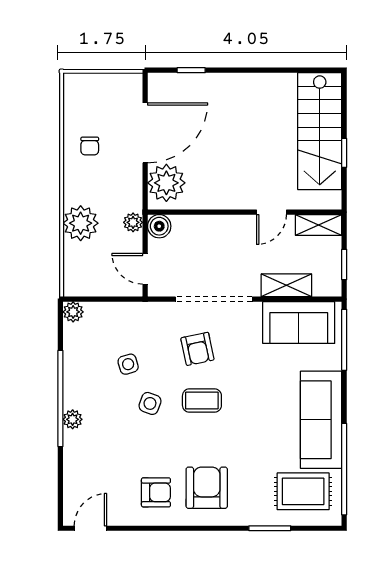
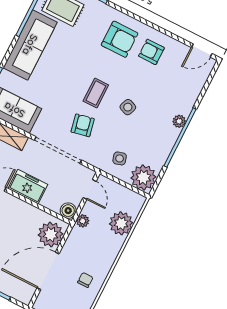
plant: (81, 223) -> (121, 223), moved
freezer: (229, 231) -> (28, 187), added
plant: (73, 312) -> (143, 177), width x1.87, depth x1.87
side table: (128, 364) -> (120, 158), moved
coffee table: (202, 401) -> (96, 93), turned 90
armchair: (207, 488) -> (120, 39), turned -90

